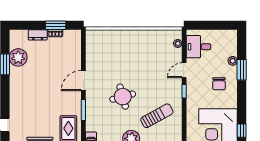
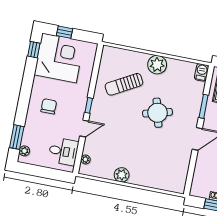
plant: (144, 36) -> (122, 175), added
plant: (233, 61) -> (24, 151), moved
window: (242, 70) -> (17, 137), moved

